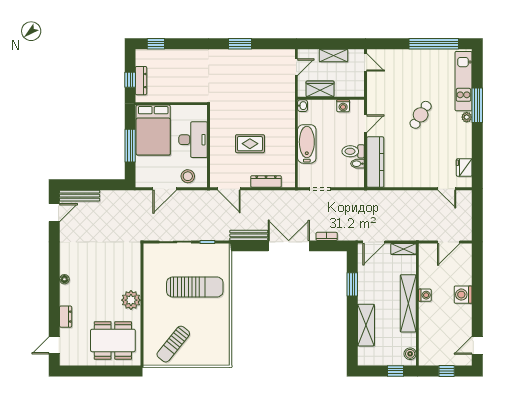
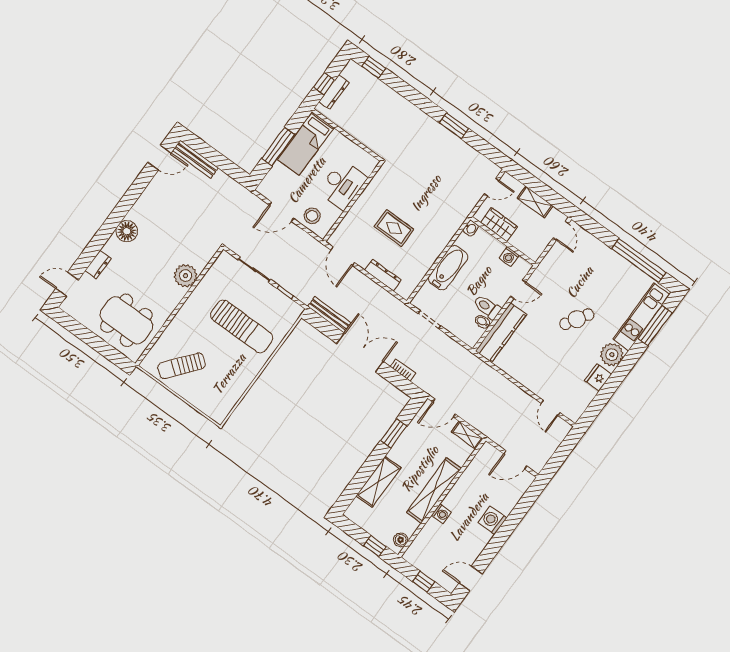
window: (477, 105) -> (655, 326), moved
plant: (467, 117) -> (612, 355), width x1.88, depth x1.88
bed: (153, 130) -> (306, 144), width x0.67
fridge: (464, 168) -> (598, 377), moved
floor lamp: (64, 279) -> (127, 231), width x1.89, depth x1.89
washing machine: (425, 295) -> (441, 514), moved
plant: (131, 300) -> (185, 276), moved

